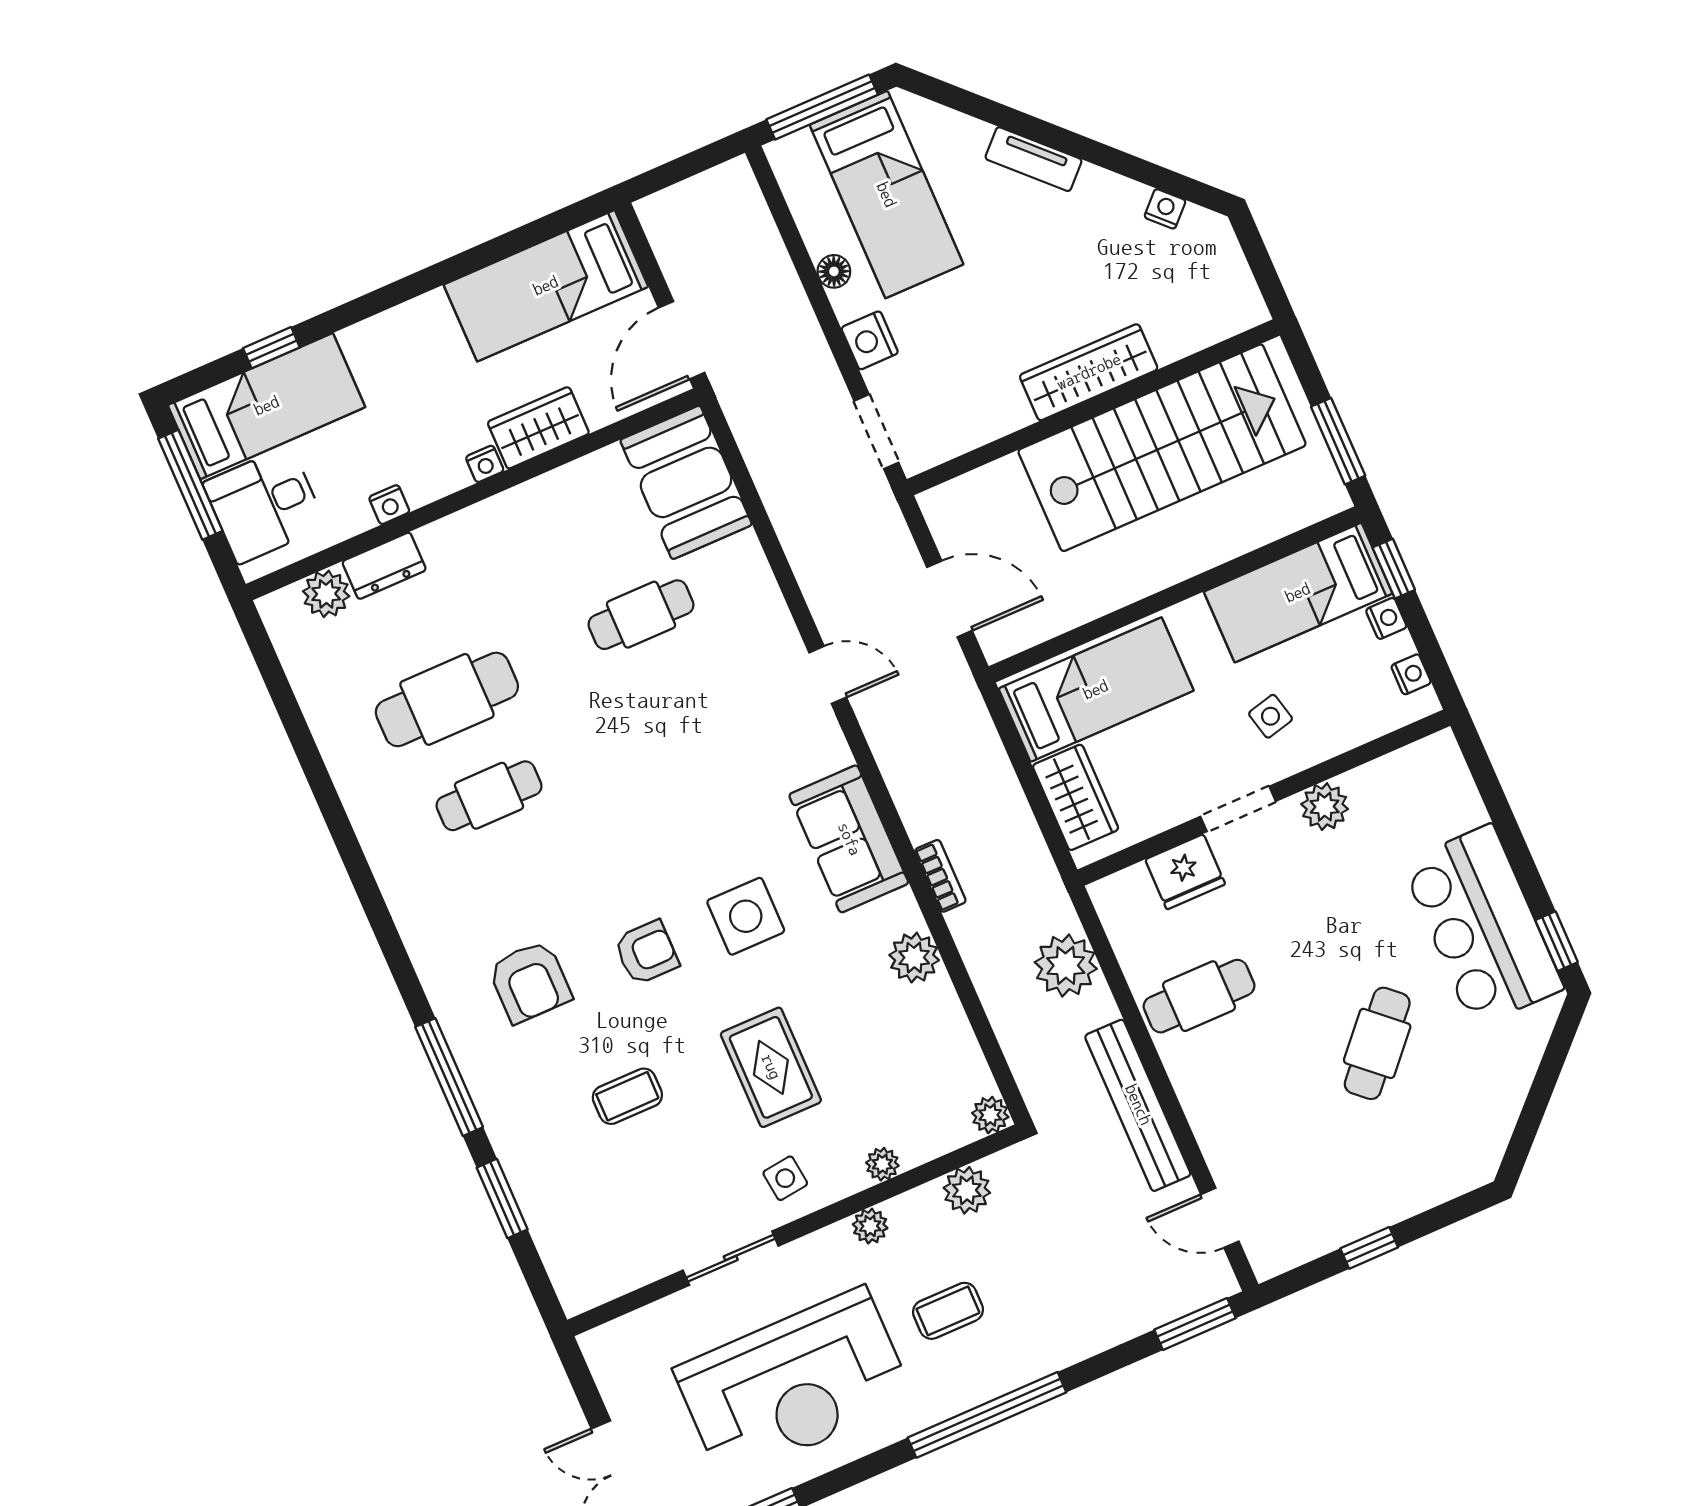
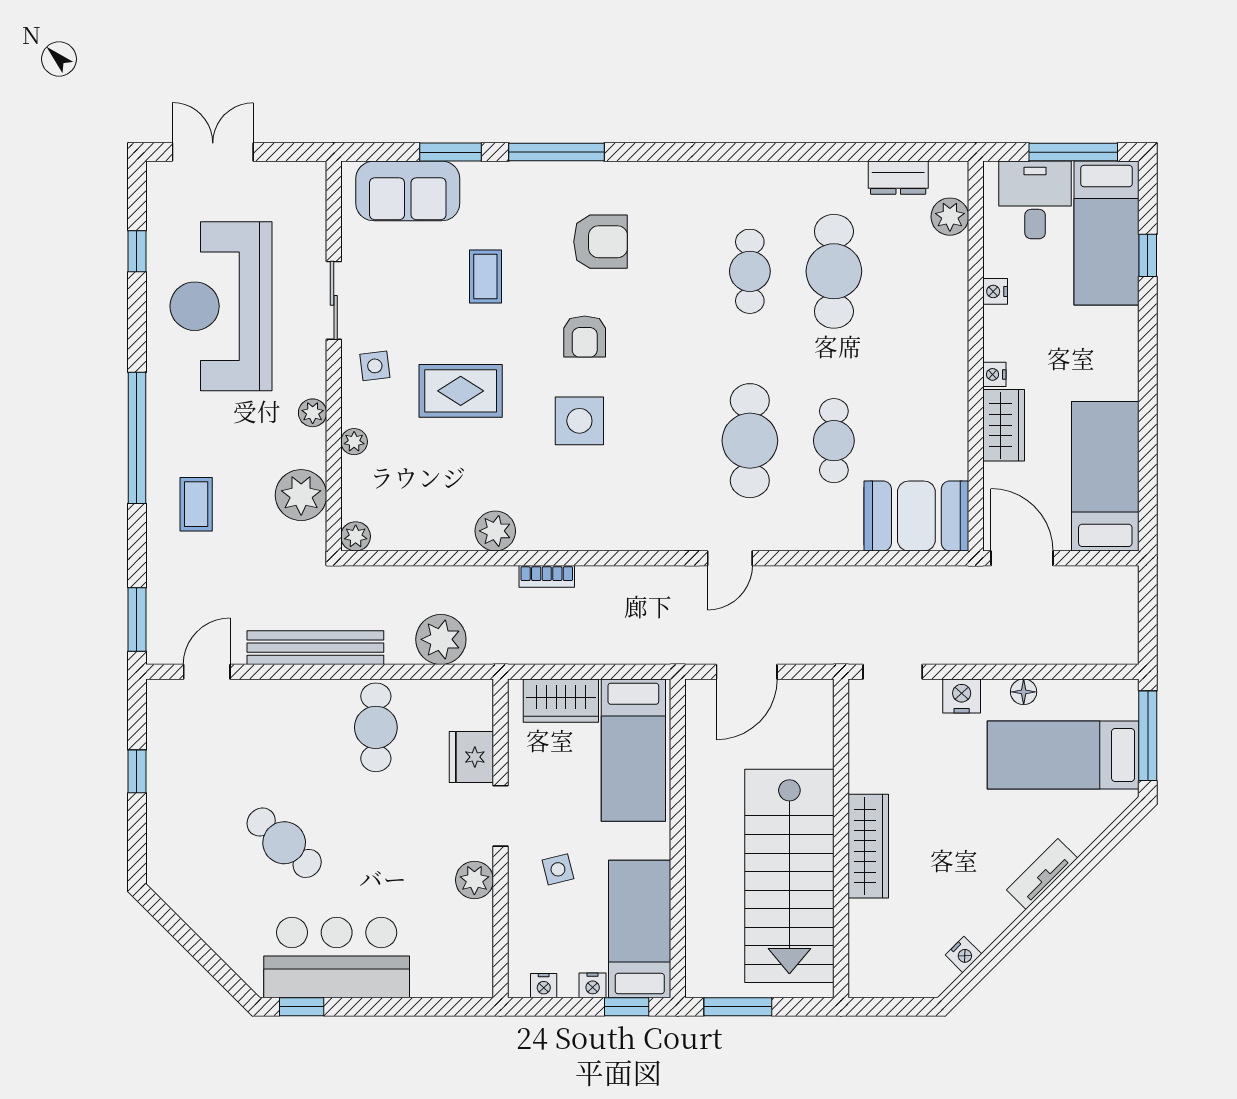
dresser: (384, 566) -> (898, 178), moved, turned -90
cafe table: (683, 711) -> (750, 441), added
sofa: (849, 839) -> (408, 191), moved, turned 180
armchair: (530, 982) -> (601, 242), turned 180
plant: (967, 1190) -> (301, 495), width x1.36, depth x1.36
coffee table: (948, 1311) -> (196, 504), moved

